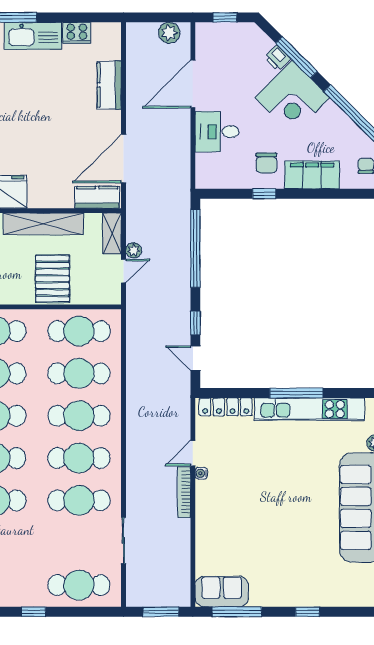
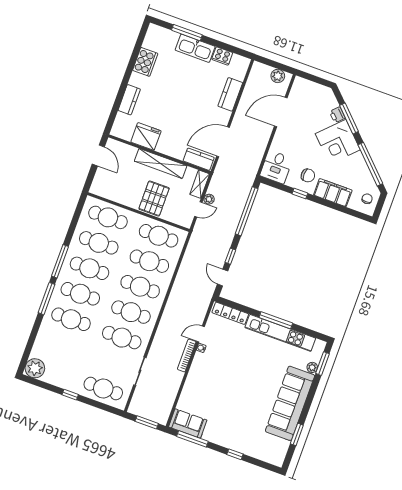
window: (225, 17) -> (315, 79), removed
desk: (217, 132) -> (276, 167), moved, turned -90
chair: (266, 163) -> (308, 175), turned -90

